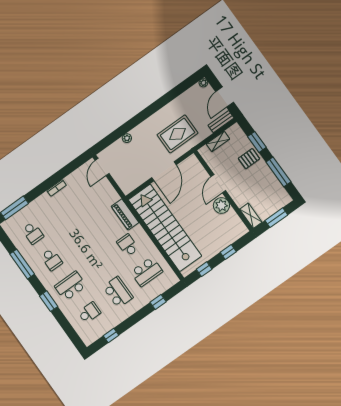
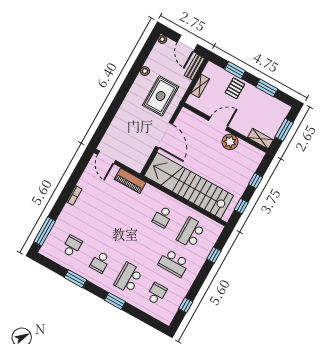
plant: (127, 138) -> (145, 71), moved
window: (278, 172) -> (267, 88), width x0.69
door: (218, 184) -> (218, 124), swing flipped
piano: (125, 214) -> (130, 181), moved
school desk: (33, 233) -> (72, 246), turned -90
school desk: (128, 245) -> (163, 217), turned -90
school desk: (52, 259) -> (100, 262), turned 90
window: (22, 264) -> (75, 279), width x0.69
school desk: (147, 272) -> (191, 233), turned 180
school desk: (118, 292) -> (174, 263), turned 180

